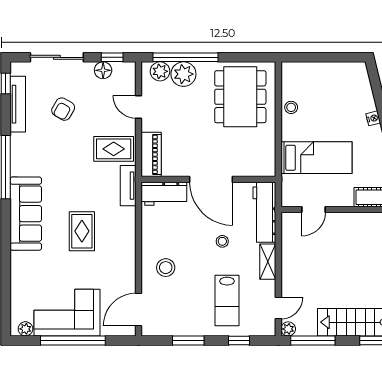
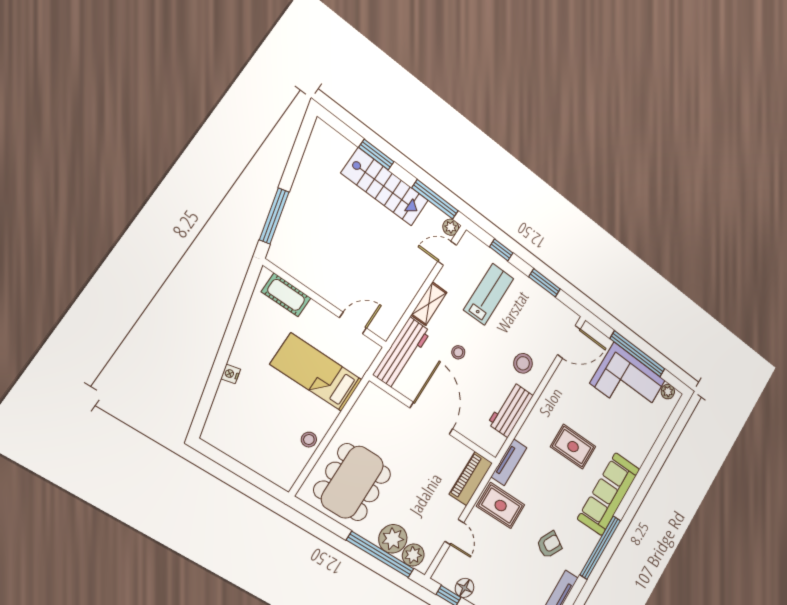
armchair: (63, 109) -> (549, 545), moved
workbench: (164, 194) -> (511, 410), moved, turned -90
rug: (82, 231) -> (573, 447), turned 90

